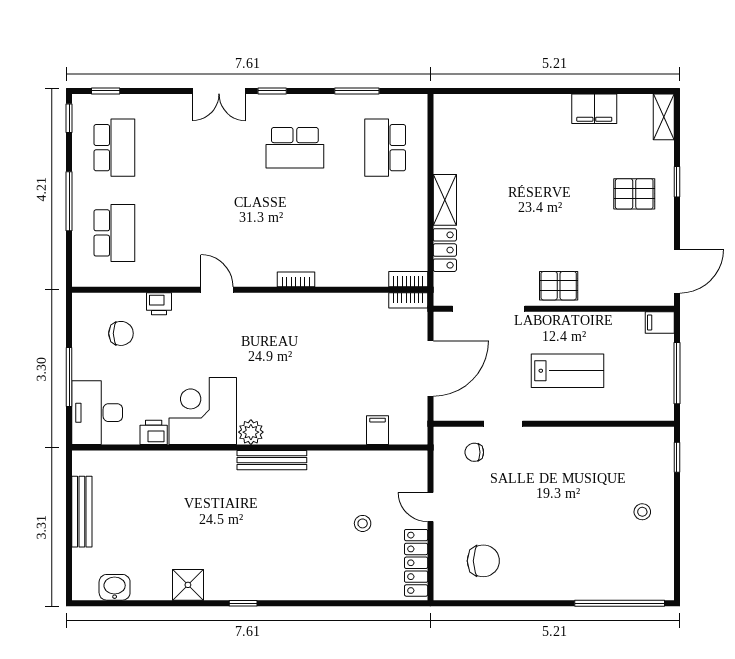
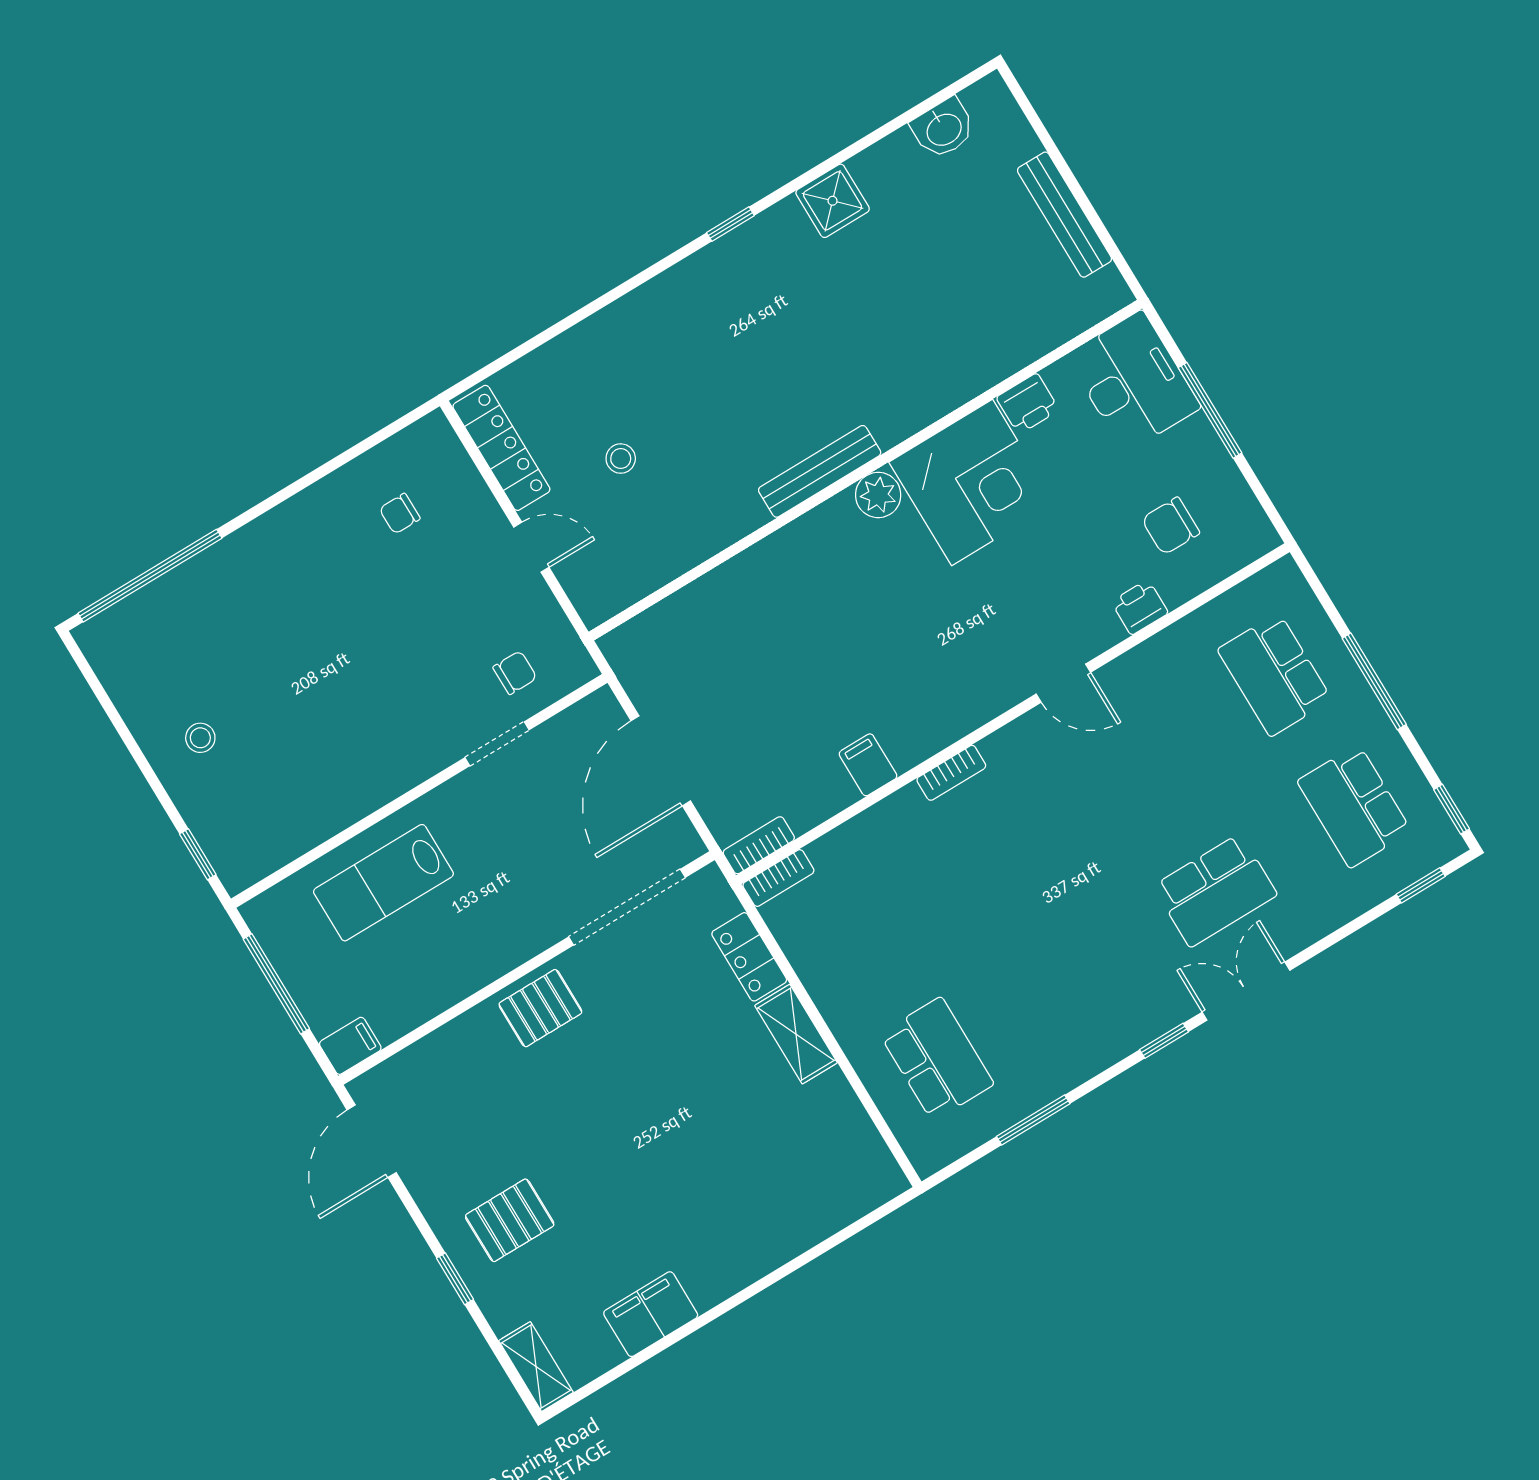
school desk: (295, 148) -> (1215, 890), moved, turned 180
lab bench: (567, 371) -> (383, 883), moved
filing cabinet: (378, 430) -> (868, 765), moved, turned 180
chair: (483, 561) -> (400, 514), width x0.54, depth x0.54

